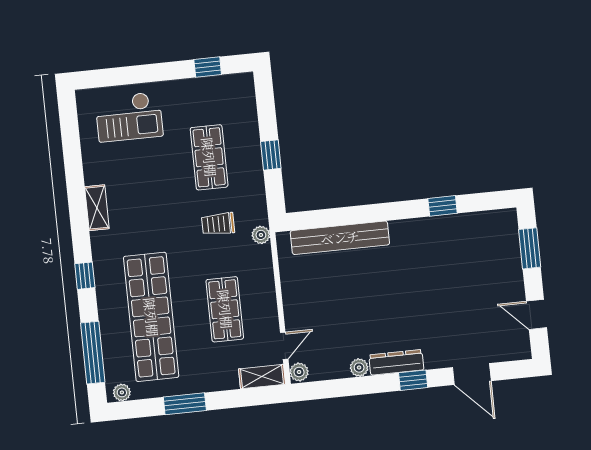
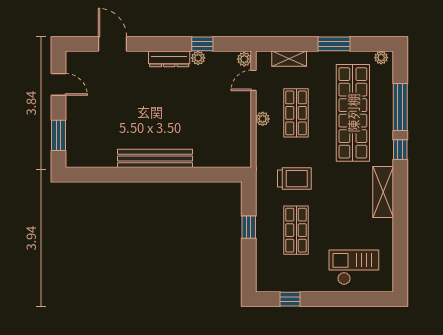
window: (443, 206) -> (122, 175), removed
shelving: (97, 208) -> (383, 192), width x1.50, depth x1.33
trolley: (218, 224) -> (294, 179), width x1.36, depth x1.39
plant: (261, 235) -> (263, 119), moved
bench: (340, 238) -> (155, 158), moved
window: (93, 353) -> (400, 107), moved
shelving: (262, 377) -> (289, 59), moved
window: (413, 380) -> (202, 44), moved

